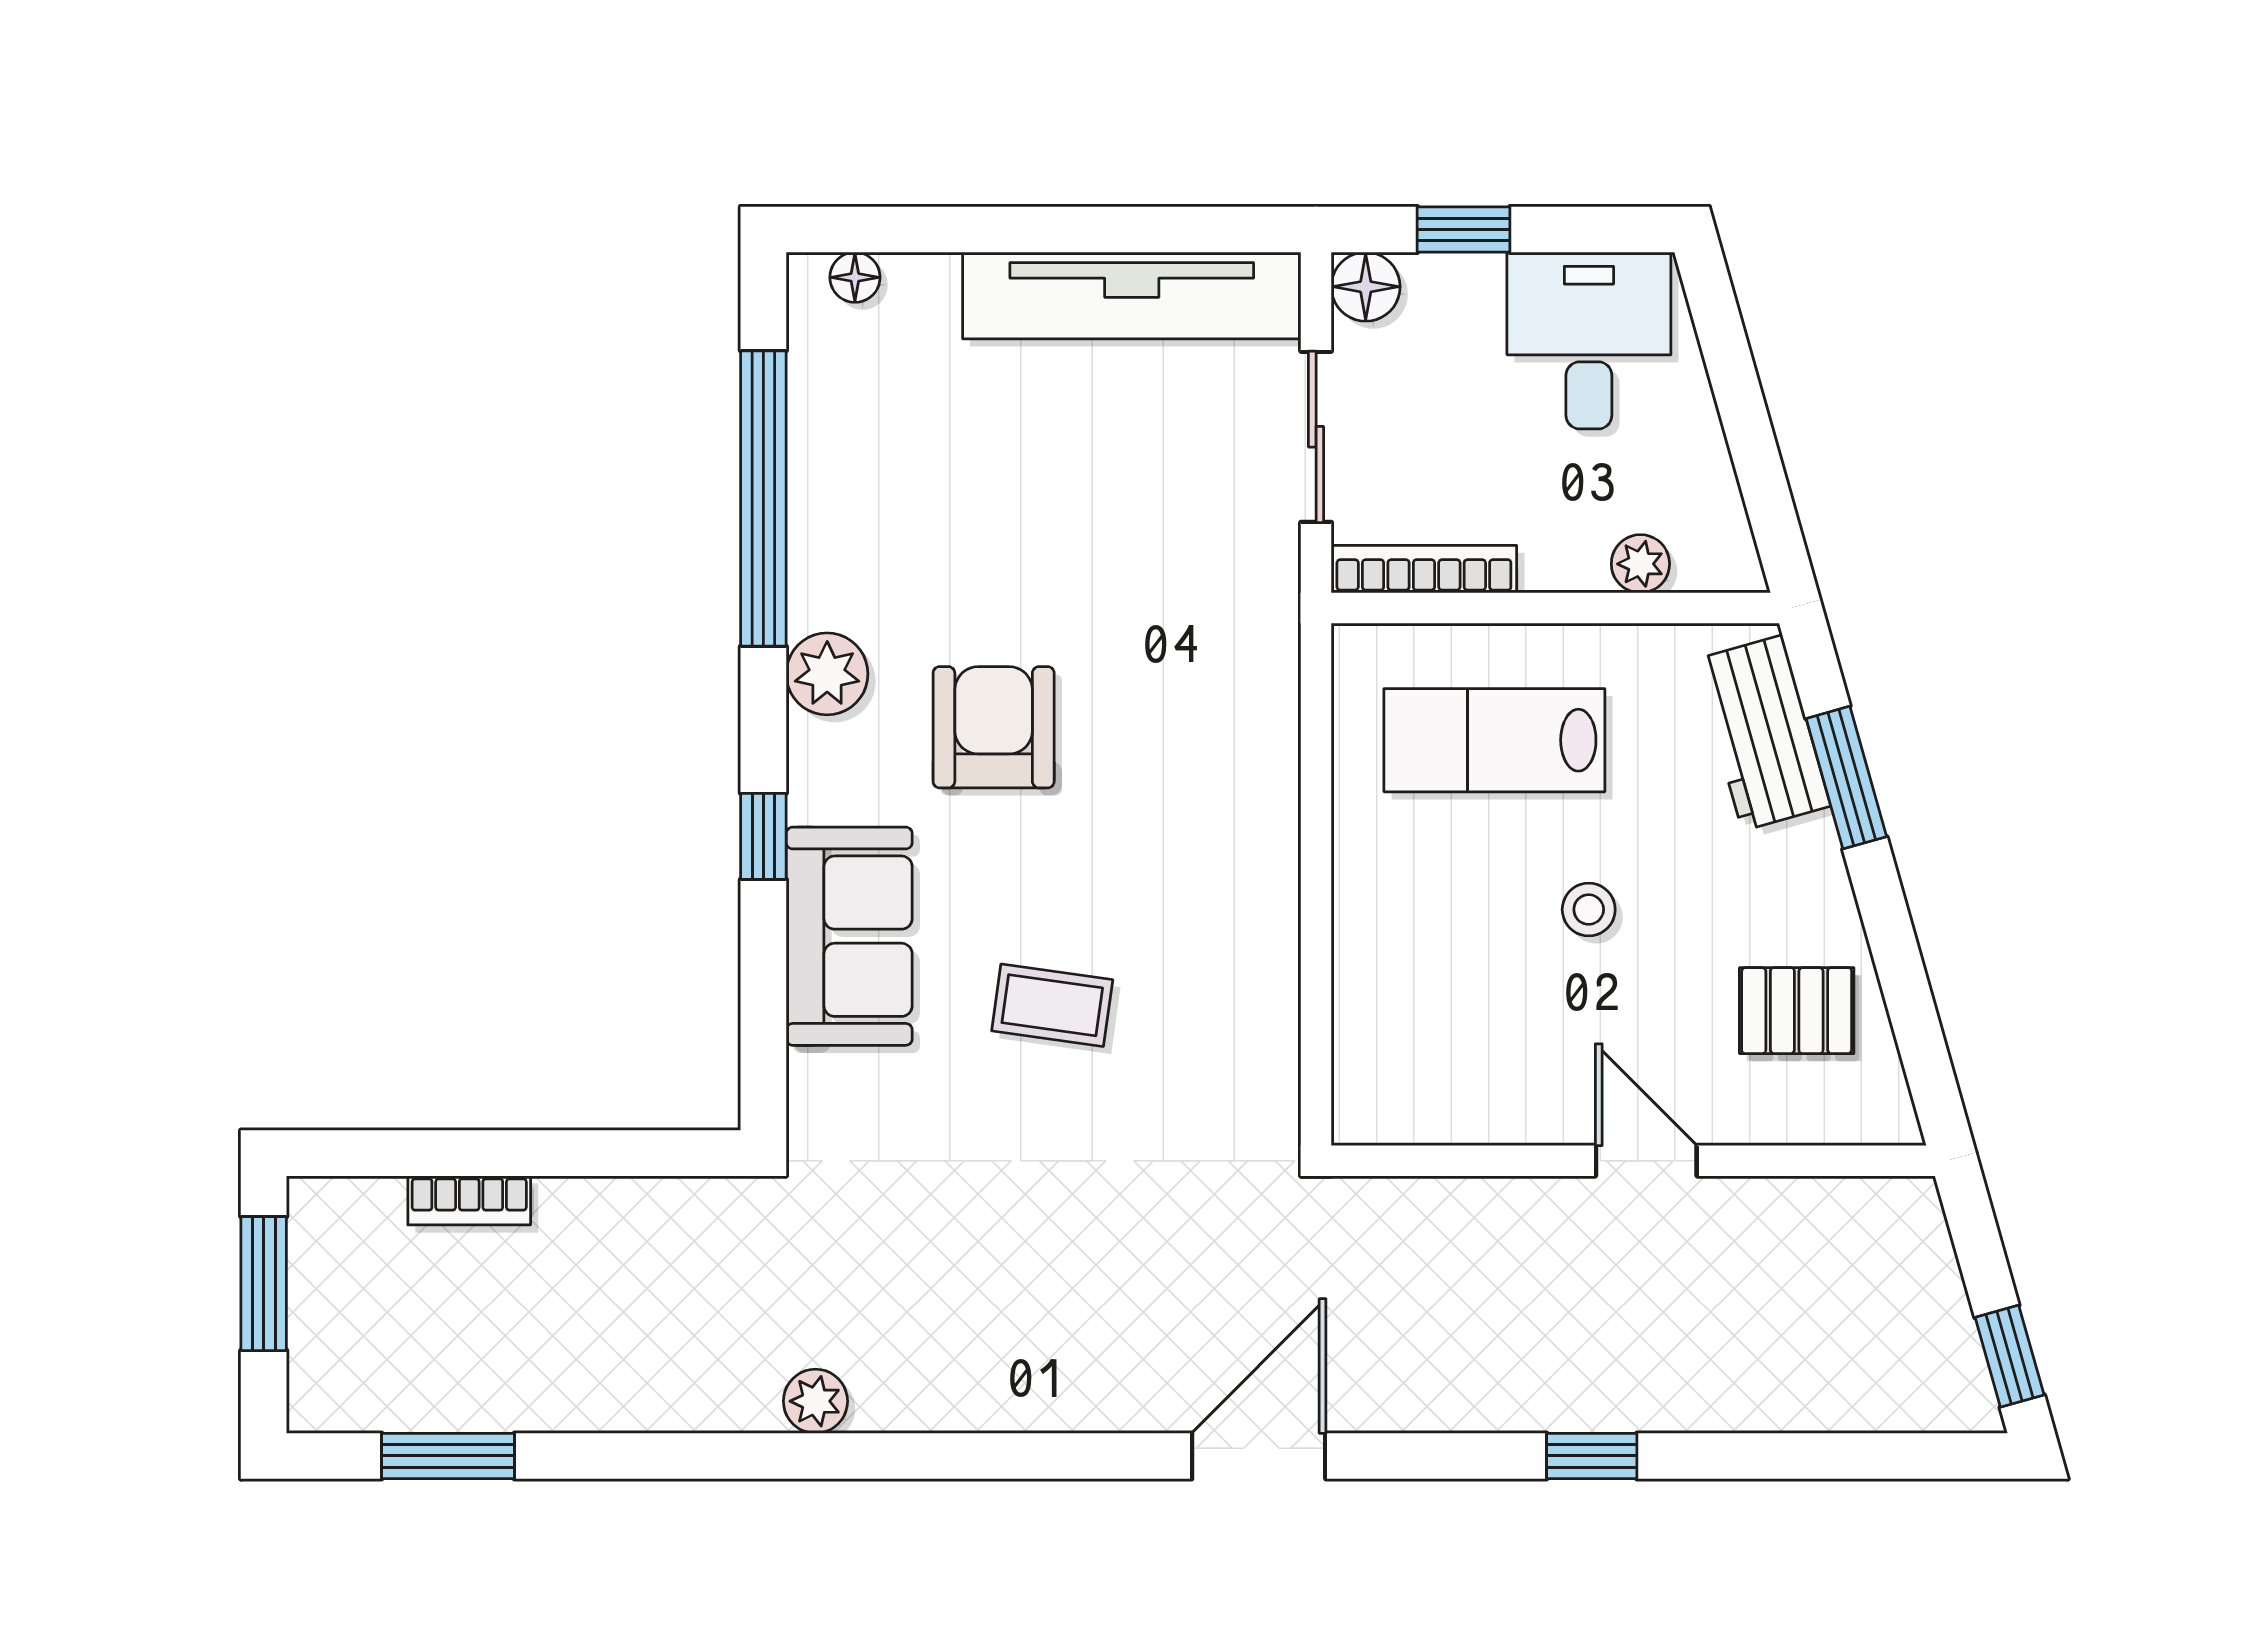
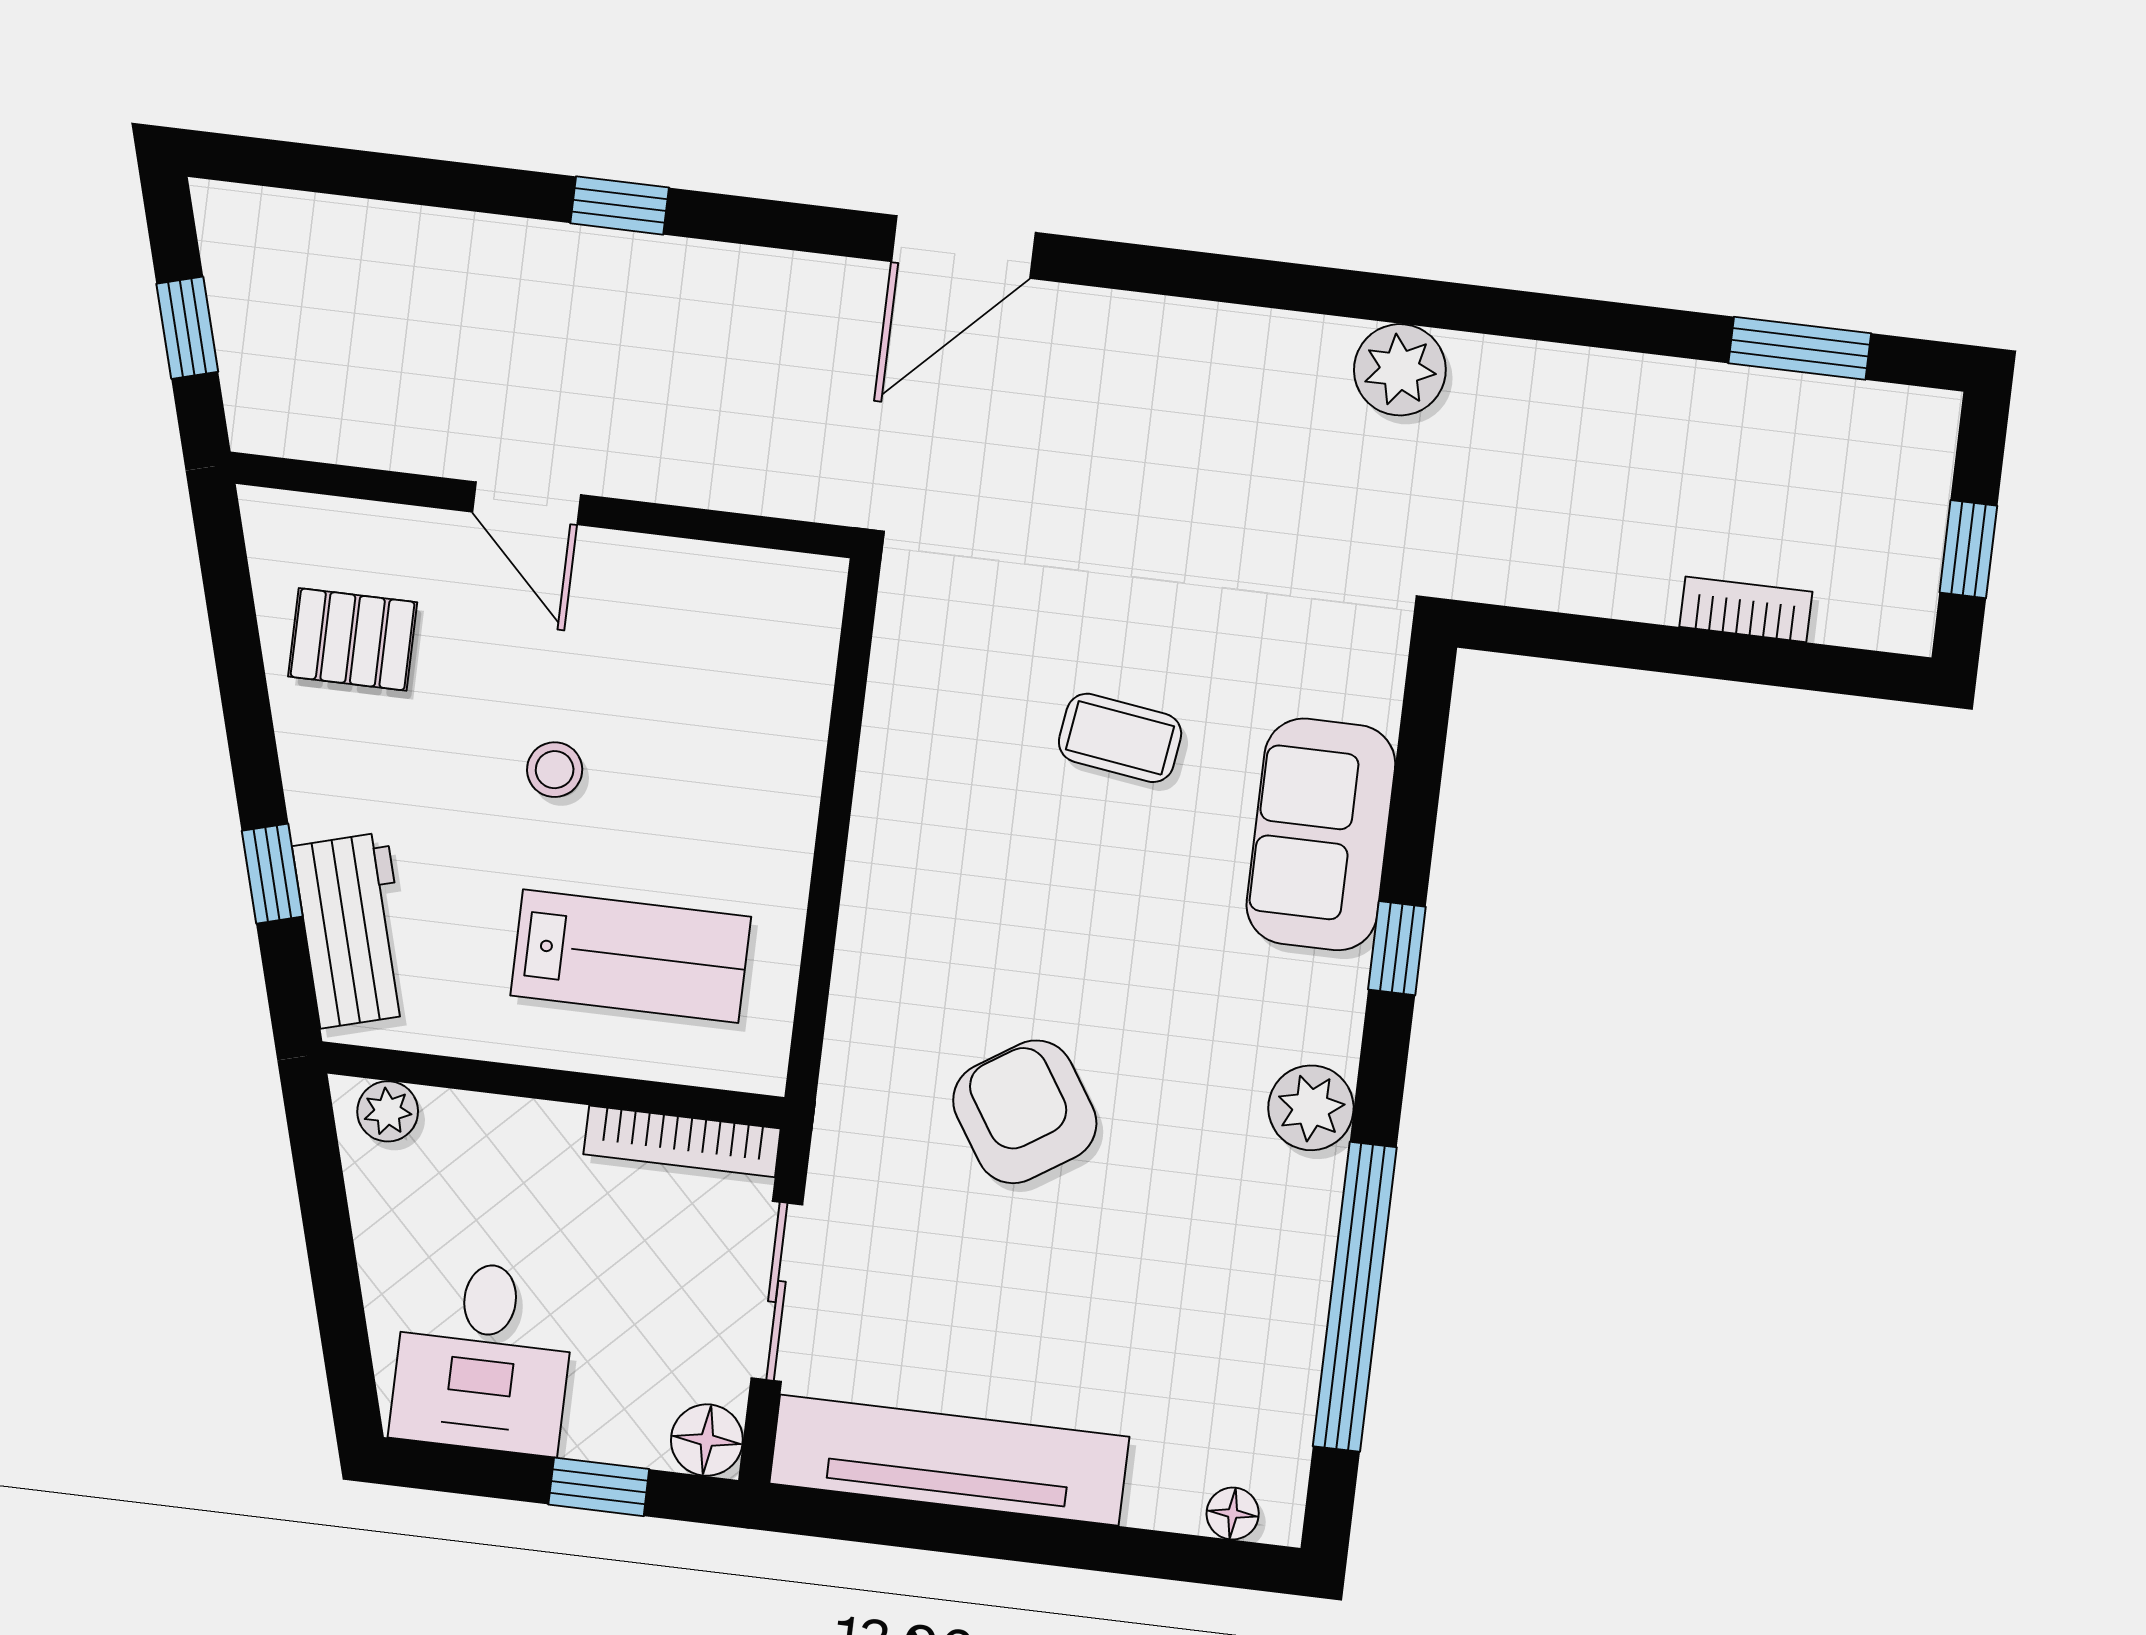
plant: (1640, 564) -> (388, 1111), moved
armchair: (994, 727) -> (1025, 1112), moved, turned 147
window: (1846, 778) -> (272, 874), width x0.67
window: (264, 1284) -> (1968, 549), width x0.67
window: (2010, 1356) -> (187, 328), moved
plant: (815, 1401) -> (1400, 370), width x1.38, depth x1.38

